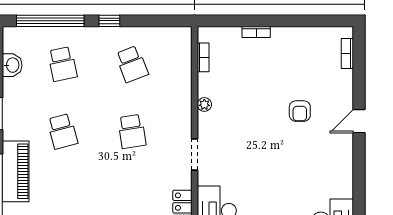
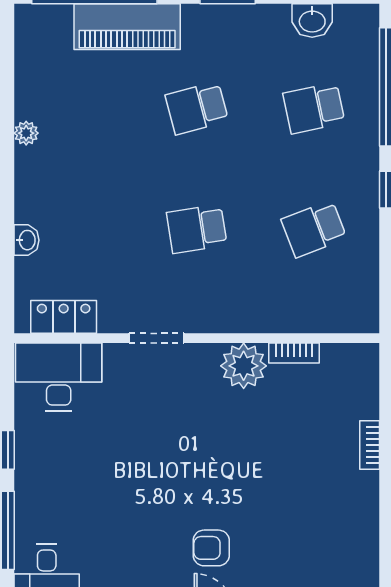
bookcase: (203, 57) -> (294, 353), moved
plant: (204, 104) -> (244, 366), width x1.88, depth x1.88
armchair: (300, 111) -> (211, 548), moved

